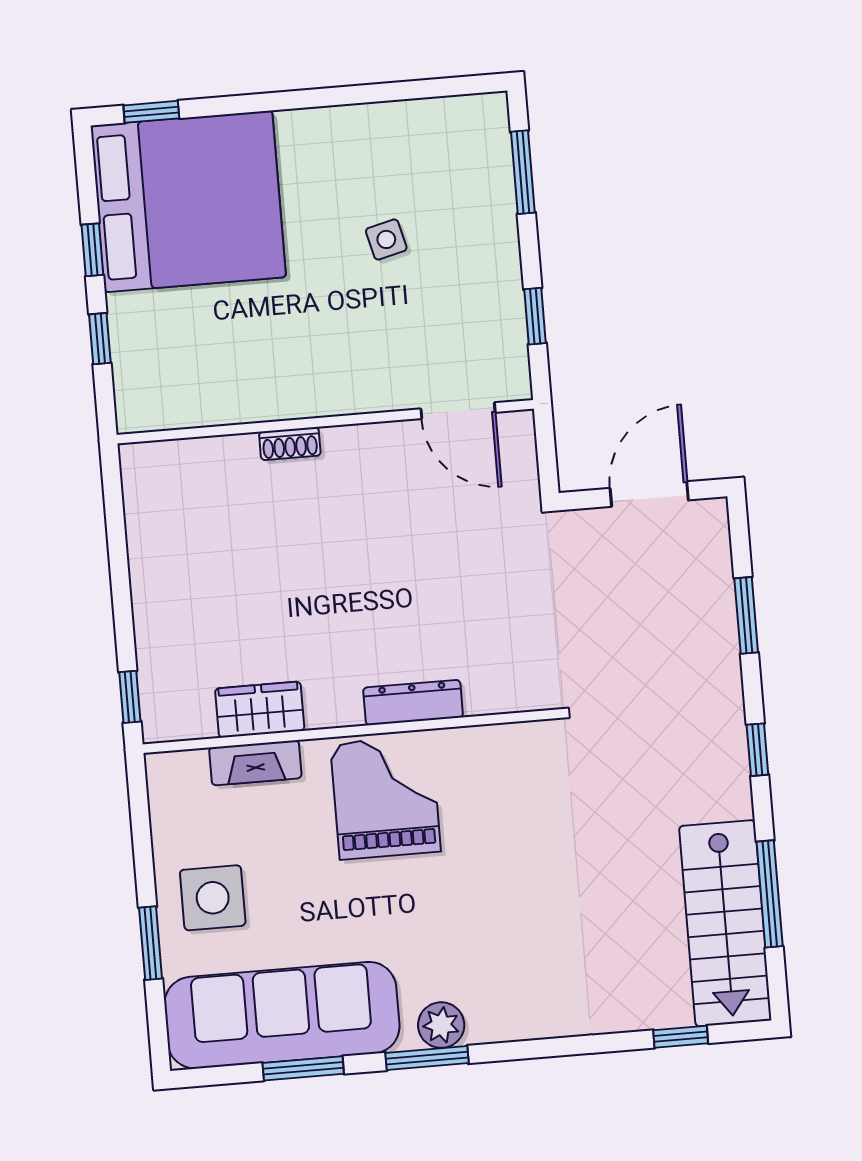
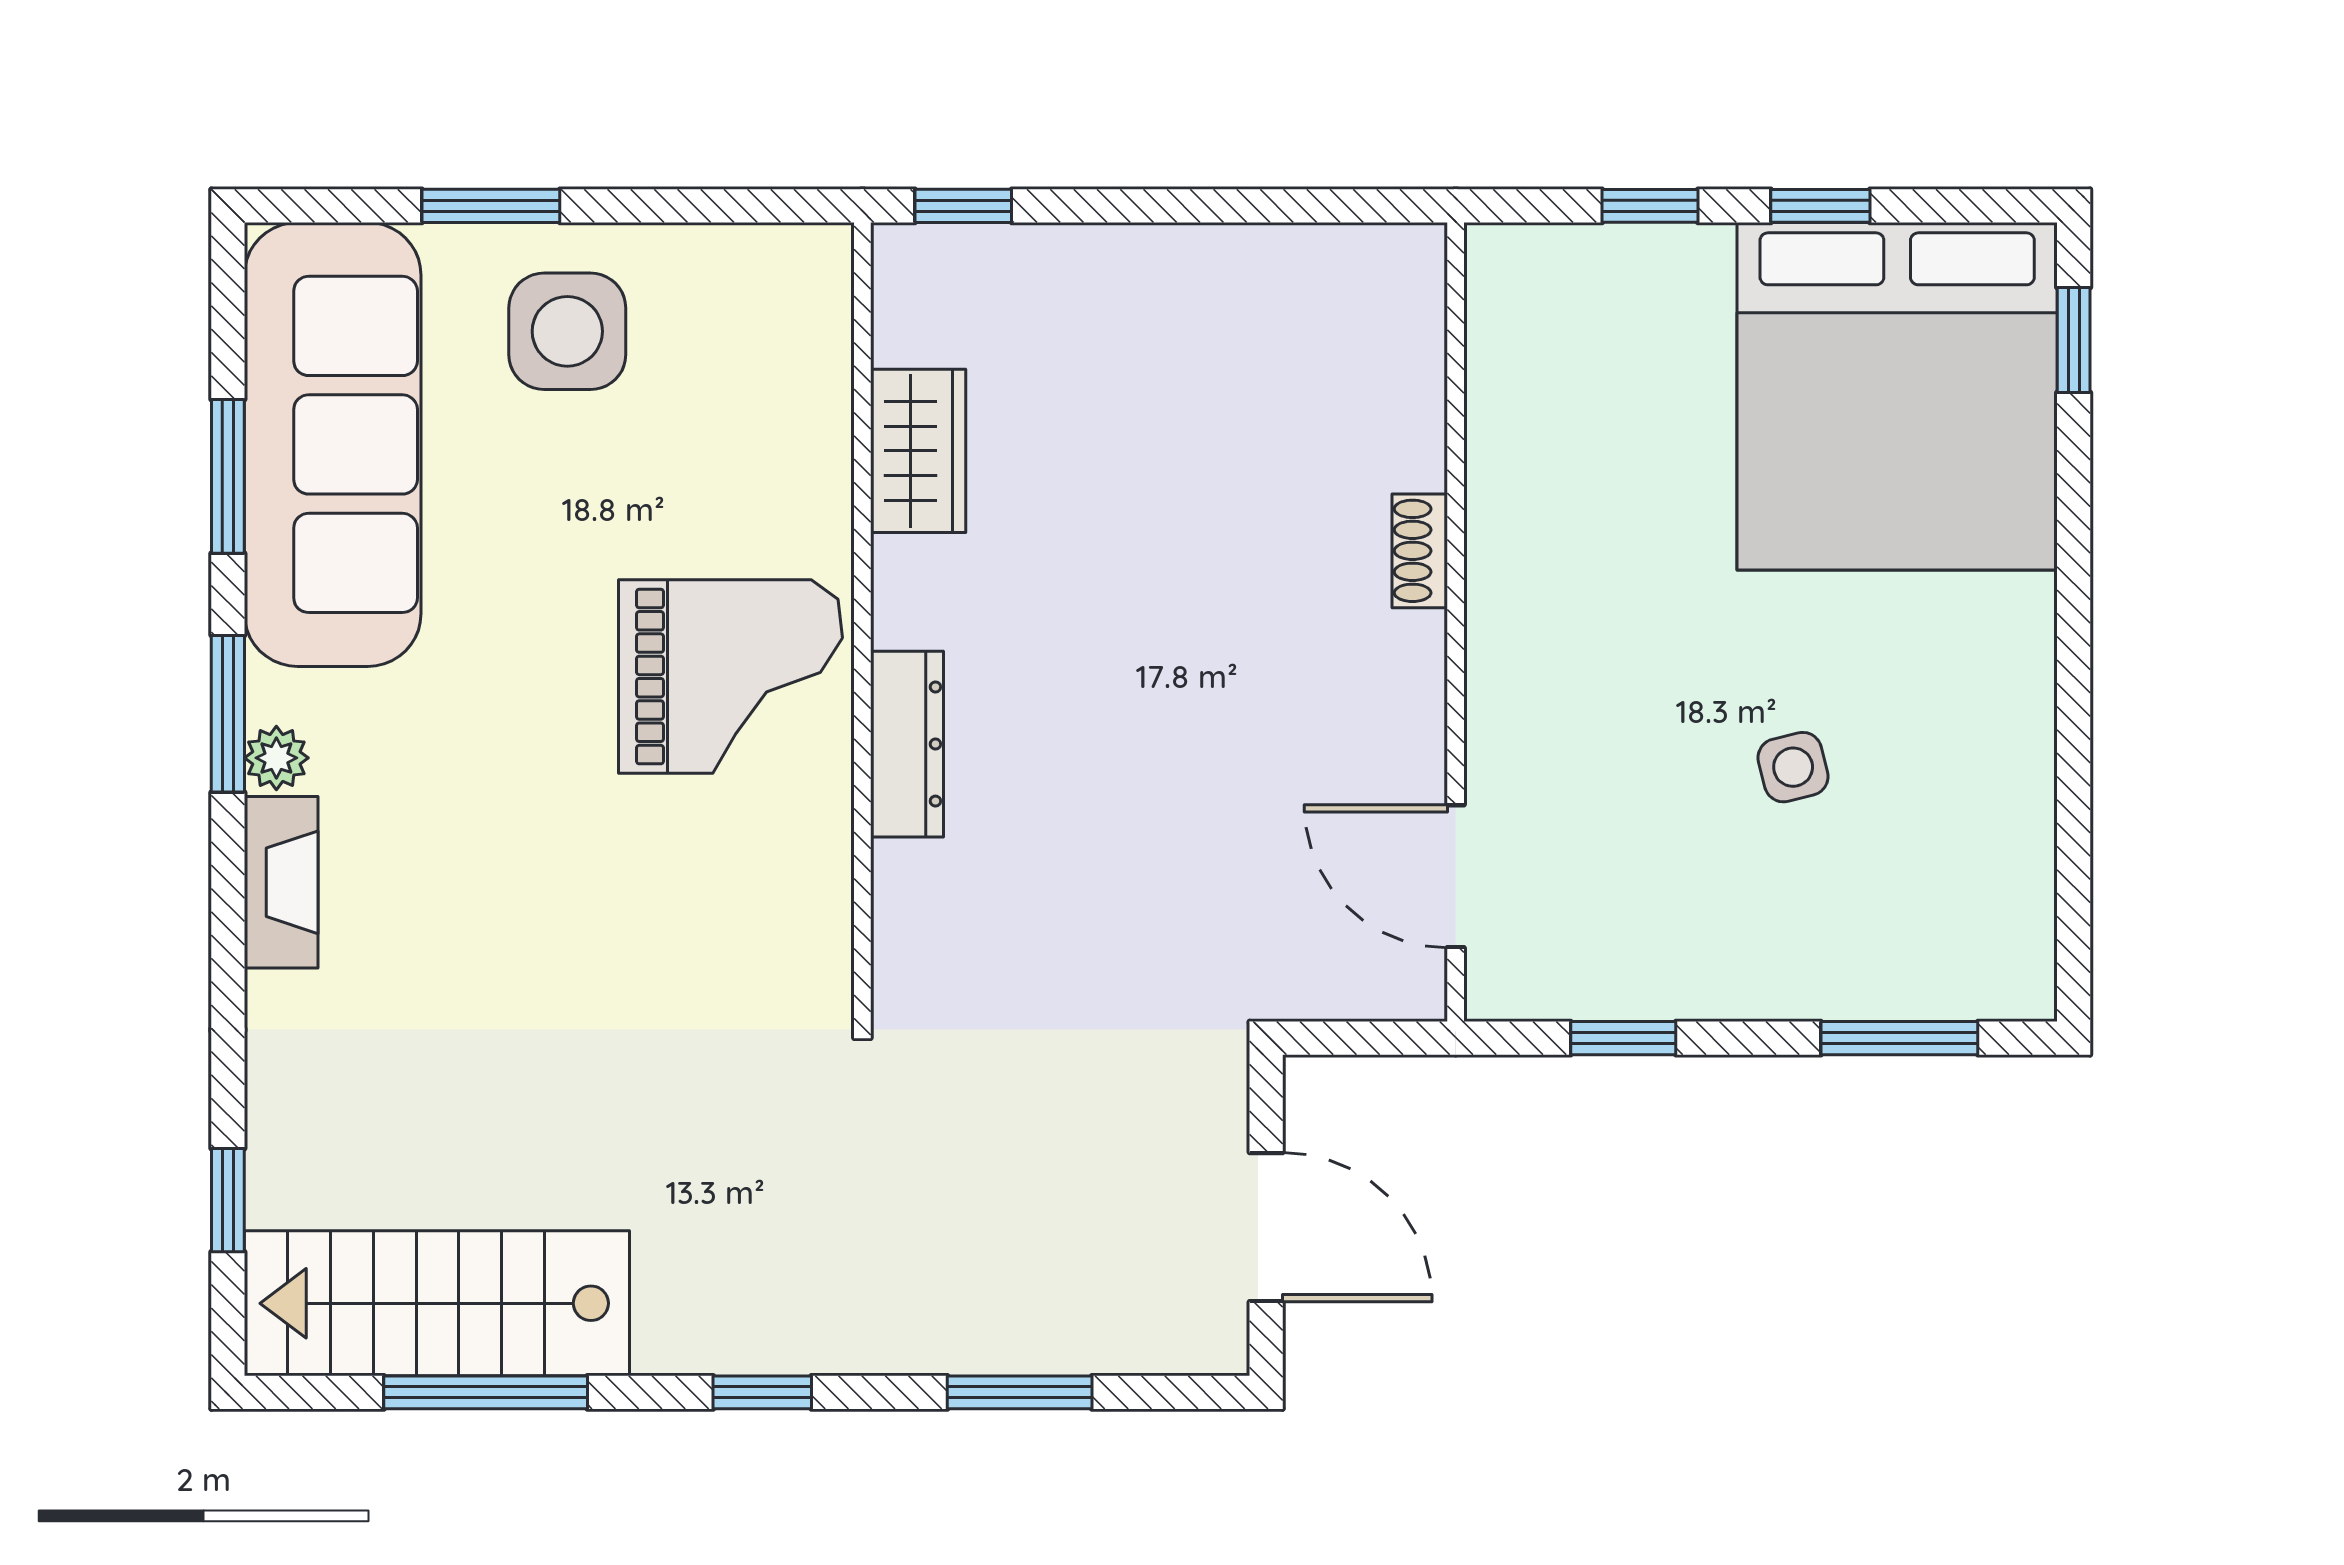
door: (458, 411) -> (1456, 876), hinge flipped
fireplace: (255, 763) -> (281, 882), moved, turned 180
plant: (441, 1025) -> (276, 758), width x0.73, depth x0.73

